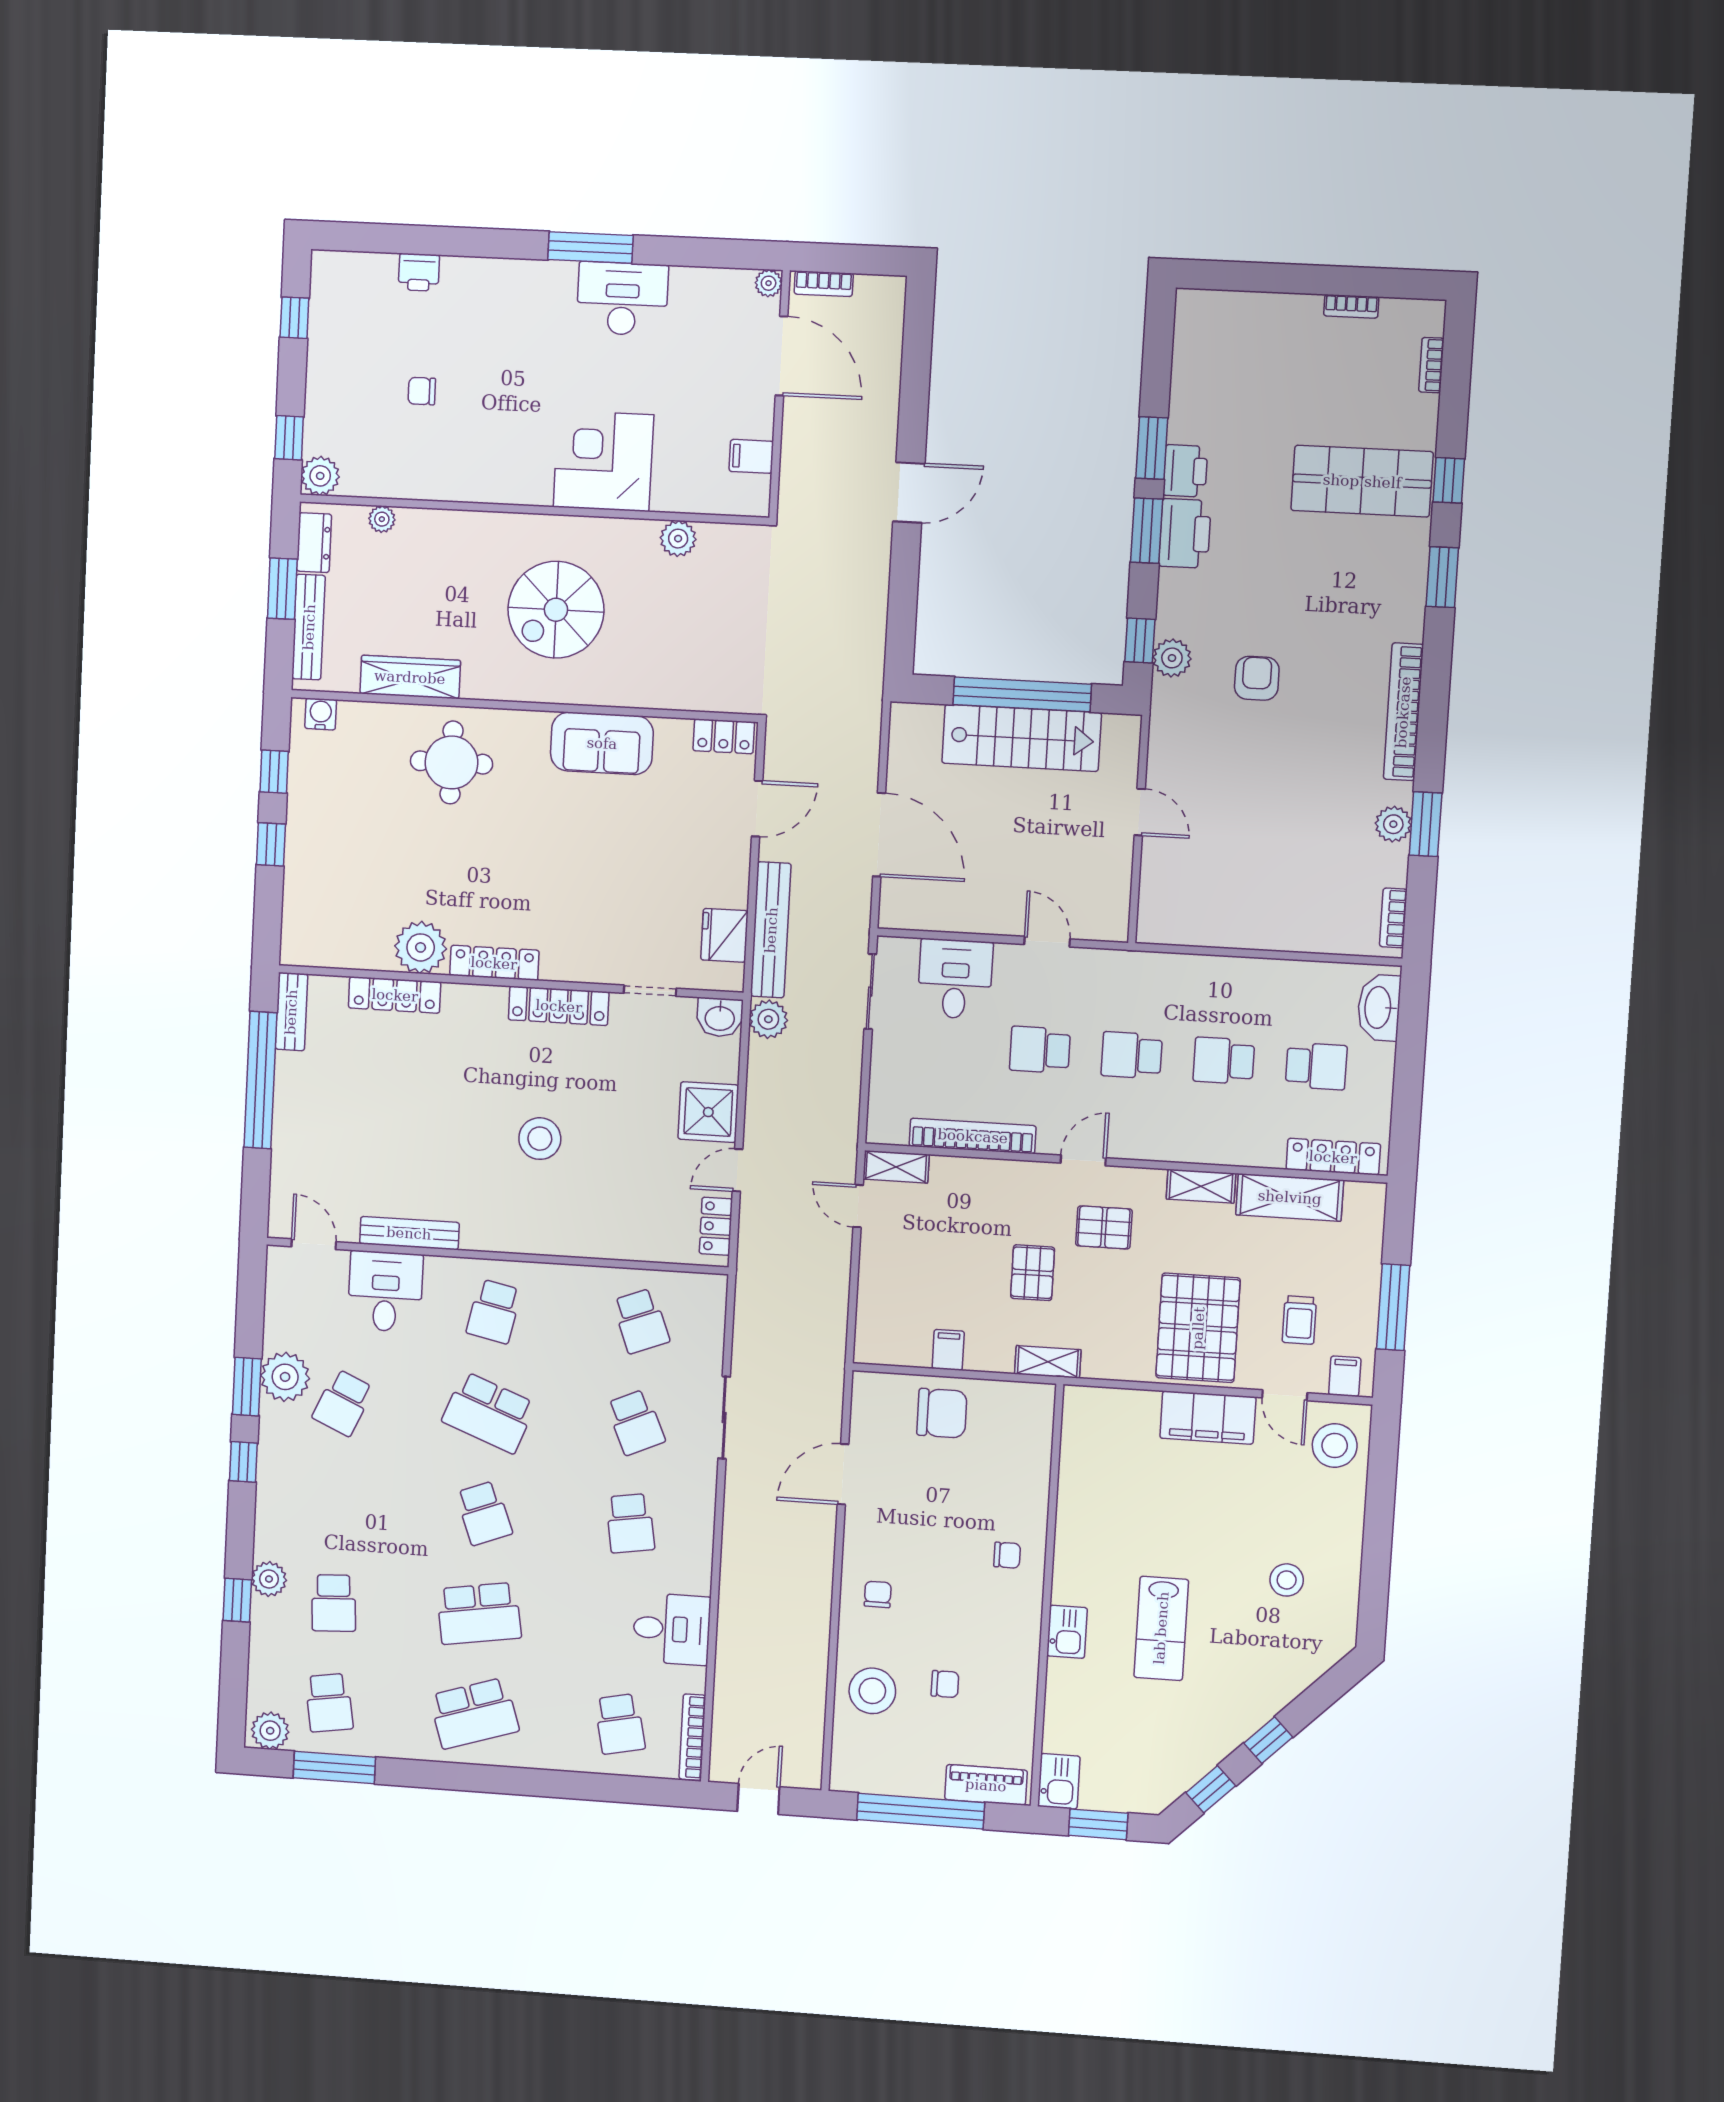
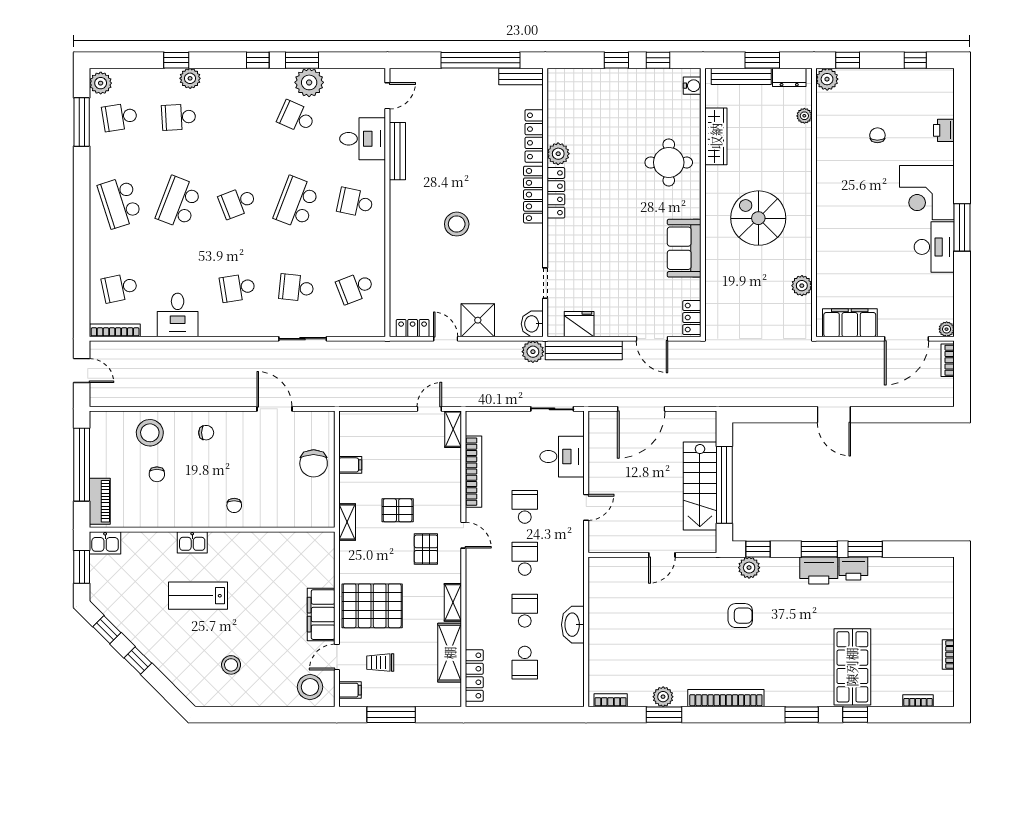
filing cabinet: (751, 456) -> (850, 323), width x3.00, depth x1.17
corner desk: (603, 461) -> (927, 193), moved, turned 180
plant: (421, 947) -> (558, 154), width x0.73, depth x0.73
locker: (559, 1006) -> (533, 195), moved
washbasin: (1379, 1008) -> (573, 625), moved, turned -90
school desk: (636, 1422) -> (296, 288), turned 30
school desk: (479, 1613) -> (179, 202), turned 30

